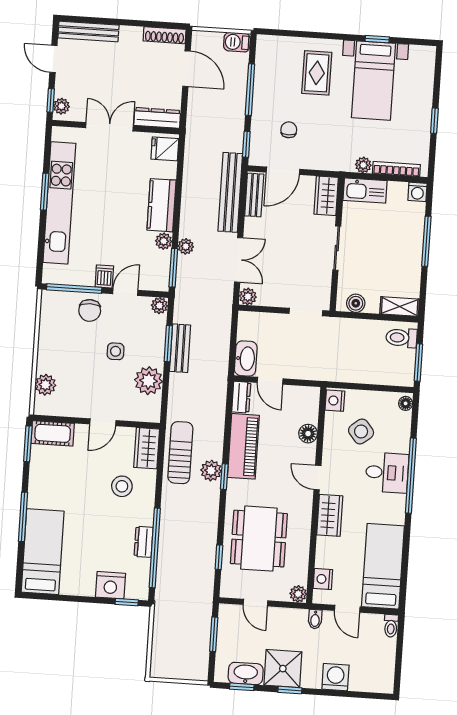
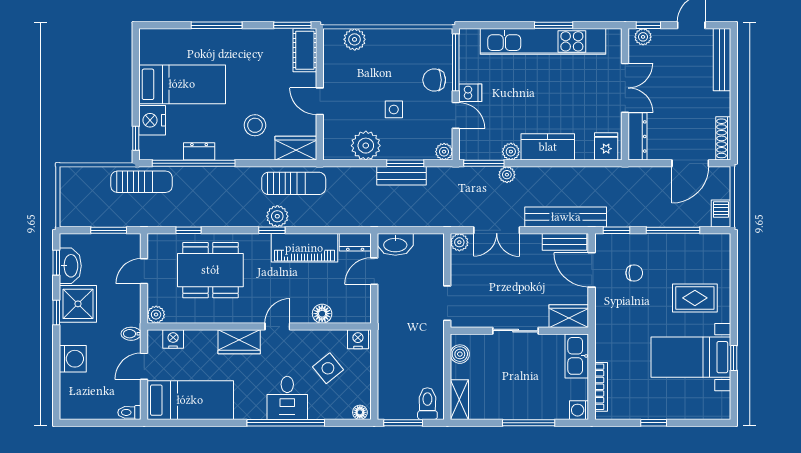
plant: (363, 165) -> (603, 352), removed
bed: (43, 552) -> (182, 84), moved
sun lounger: (169, 599) -> (142, 182), added

